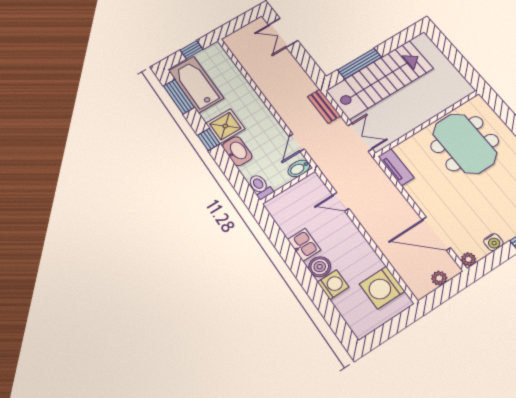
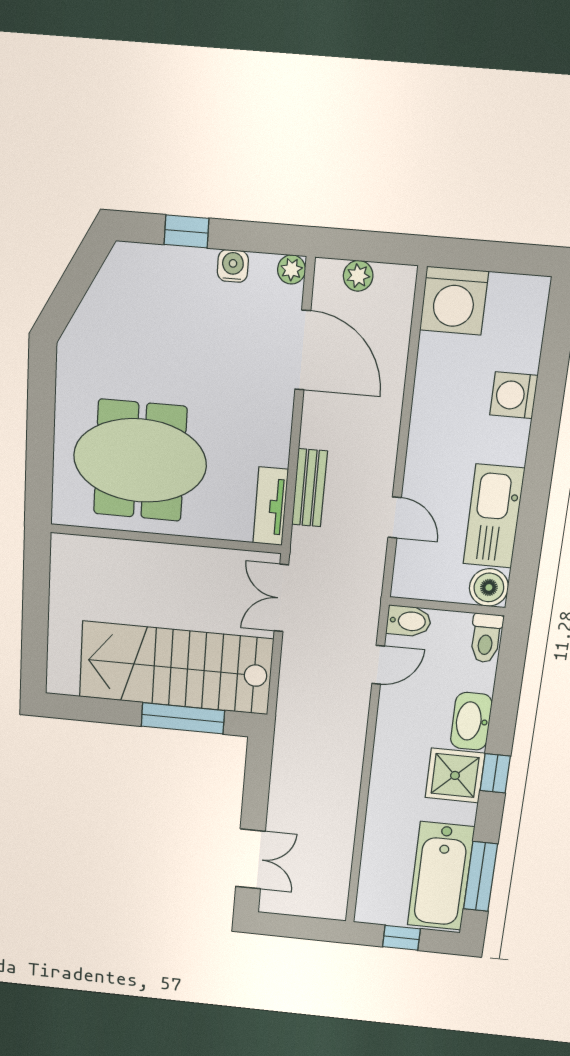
bench: (324, 106) -> (309, 488), moved
meeting table: (465, 143) -> (140, 461), turned 90
kitchen sink: (304, 245) -> (494, 516), width x1.87, depth x1.24
boiler: (320, 267) -> (489, 587), moved
washing machine: (382, 288) -> (454, 301), moved, turned 90

